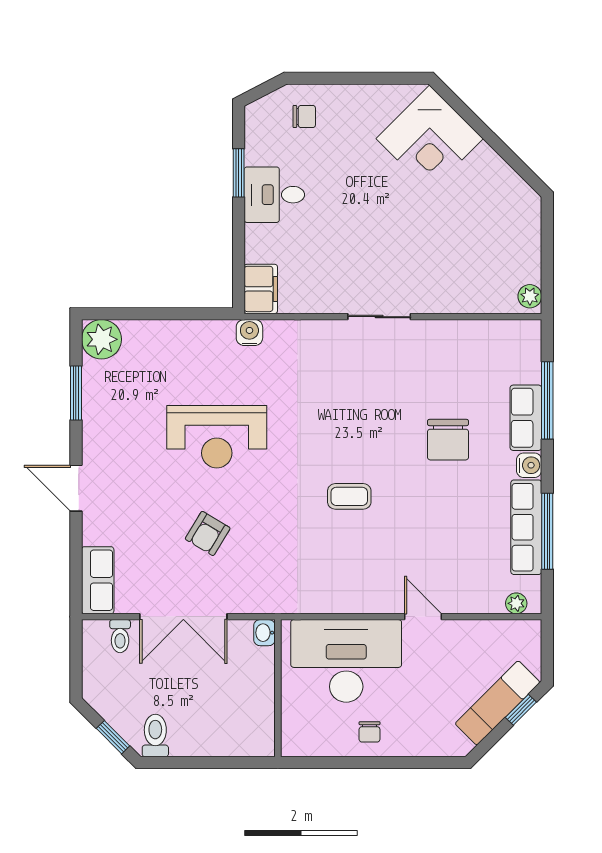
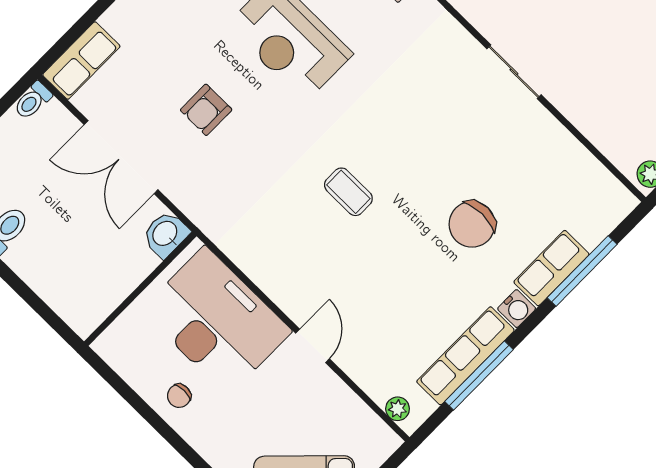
armchair: (208, 533) -> (206, 110), turned -31
washbasin: (264, 633) -> (166, 234), width x1.38, depth x1.45
toilet: (120, 636) -> (33, 101), moved

